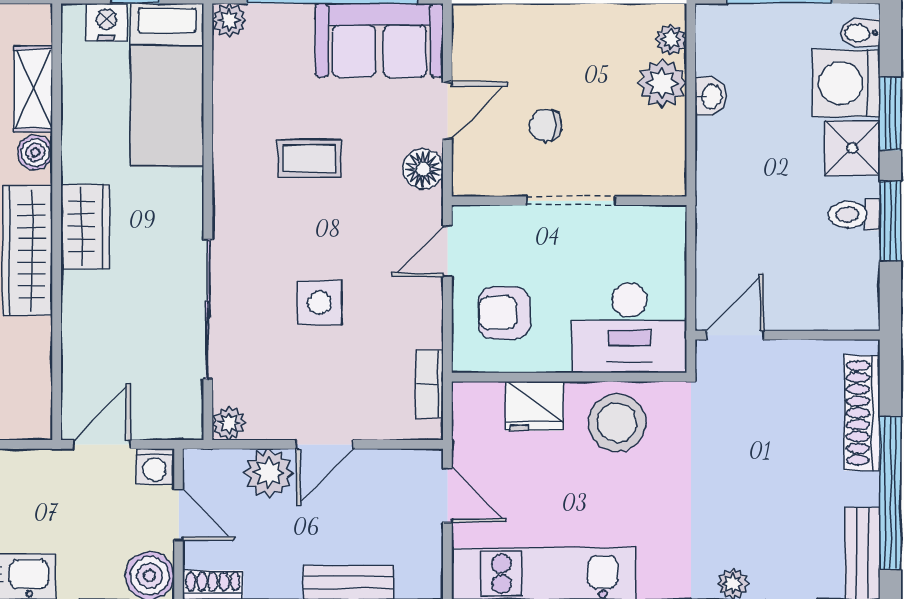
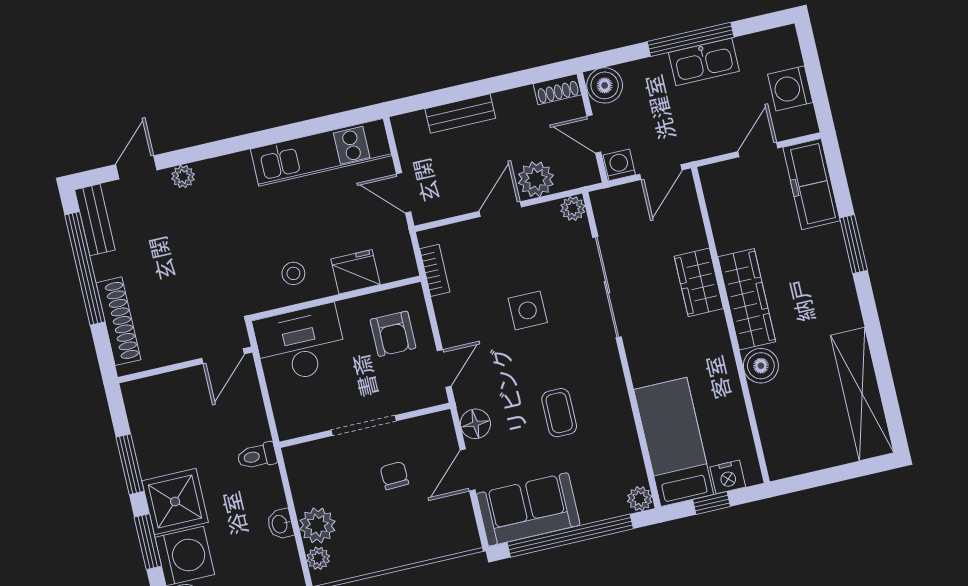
shelving: (33, 89) -> (769, 417), removed
chair: (545, 126) -> (394, 476), turned -92
shower: (852, 148) -> (175, 502), width x1.36, depth x1.36
boiler: (35, 152) -> (761, 366), width x1.36, depth x1.36
coffee table: (309, 158) -> (559, 413), turned 90
toilet: (854, 215) -> (257, 456), moved, turned 180
wardrobe: (85, 226) -> (699, 282), moved
armchair: (504, 313) -> (393, 334), turned 90
stool: (617, 423) -> (293, 273), width x0.53, depth x0.53

